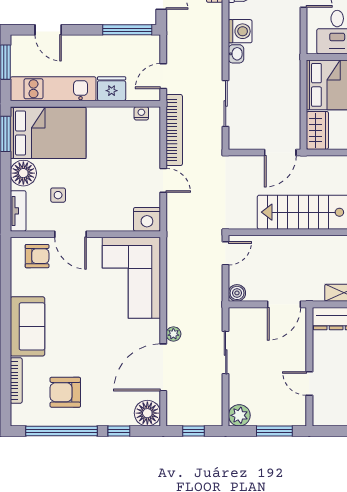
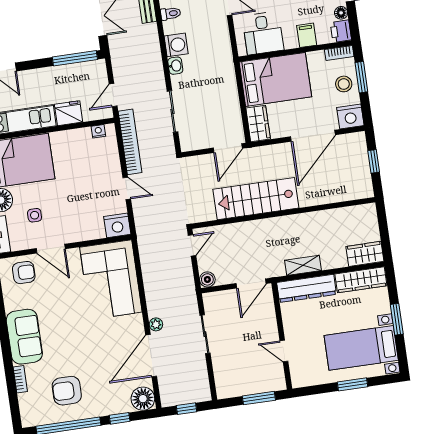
bookcase: (16, 380) -> (20, 379), width x0.64
plant: (239, 415) -> (225, 389), removed

